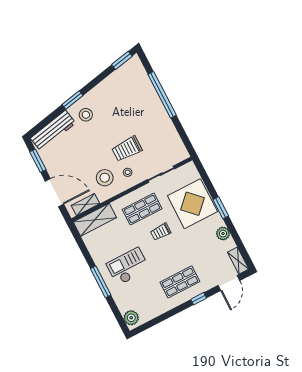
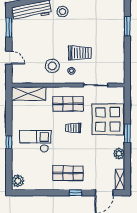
window: (162, 95) -> (127, 26), width x0.47
trolley: (127, 149) -> (80, 53), turned 180
door: (54, 193) -> (9, 58), width x0.53
shelving: (86, 205) -> (28, 79), removed
window: (101, 282) -> (9, 142), width x0.46

